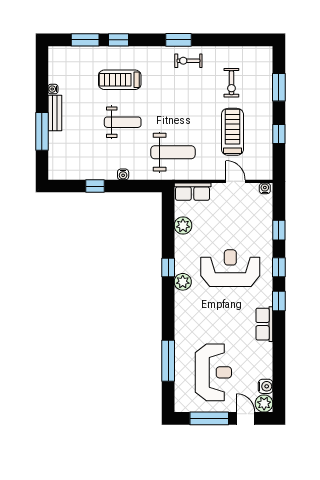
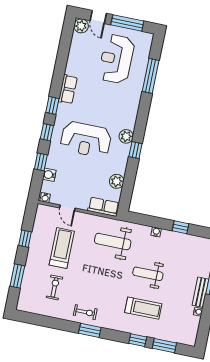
treadmill: (232, 132) -> (62, 248), turned 180
water cooler: (266, 386) -> (49, 175), moved

